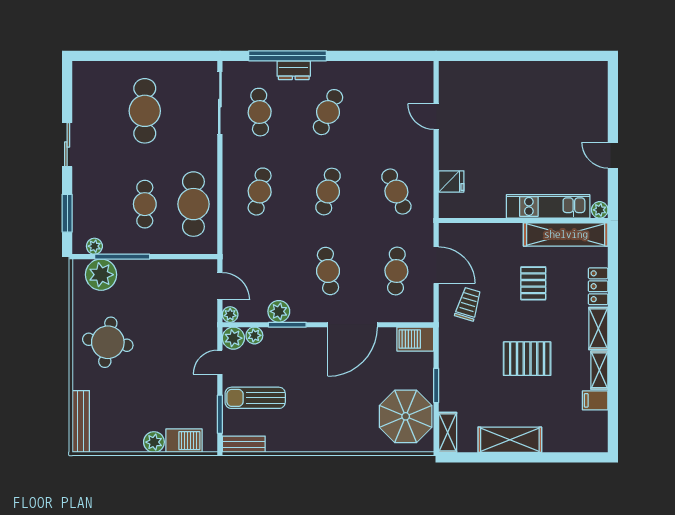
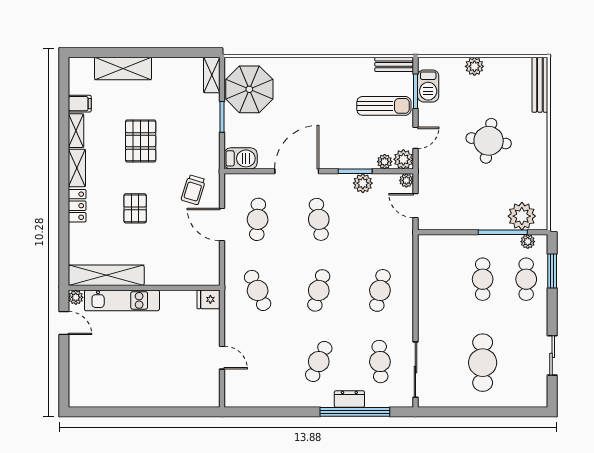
sliding door: (67, 145) -> (552, 355), moved
cafe table: (193, 204) -> (526, 279), moved, width x0.73, depth x0.74
kitchen unit: (548, 206) -> (122, 300), moved
plant: (600, 210) -> (76, 297), moved
wall: (523, 221) -> (144, 288), moved
shelving: (566, 234) -> (106, 275), moved
round table: (108, 342) -> (489, 141), moved
pallet: (527, 359) -> (141, 141), turned 90
shelving: (510, 440) -> (123, 68), moved
barbecue: (184, 441) -> (428, 86), moved, turned -90

